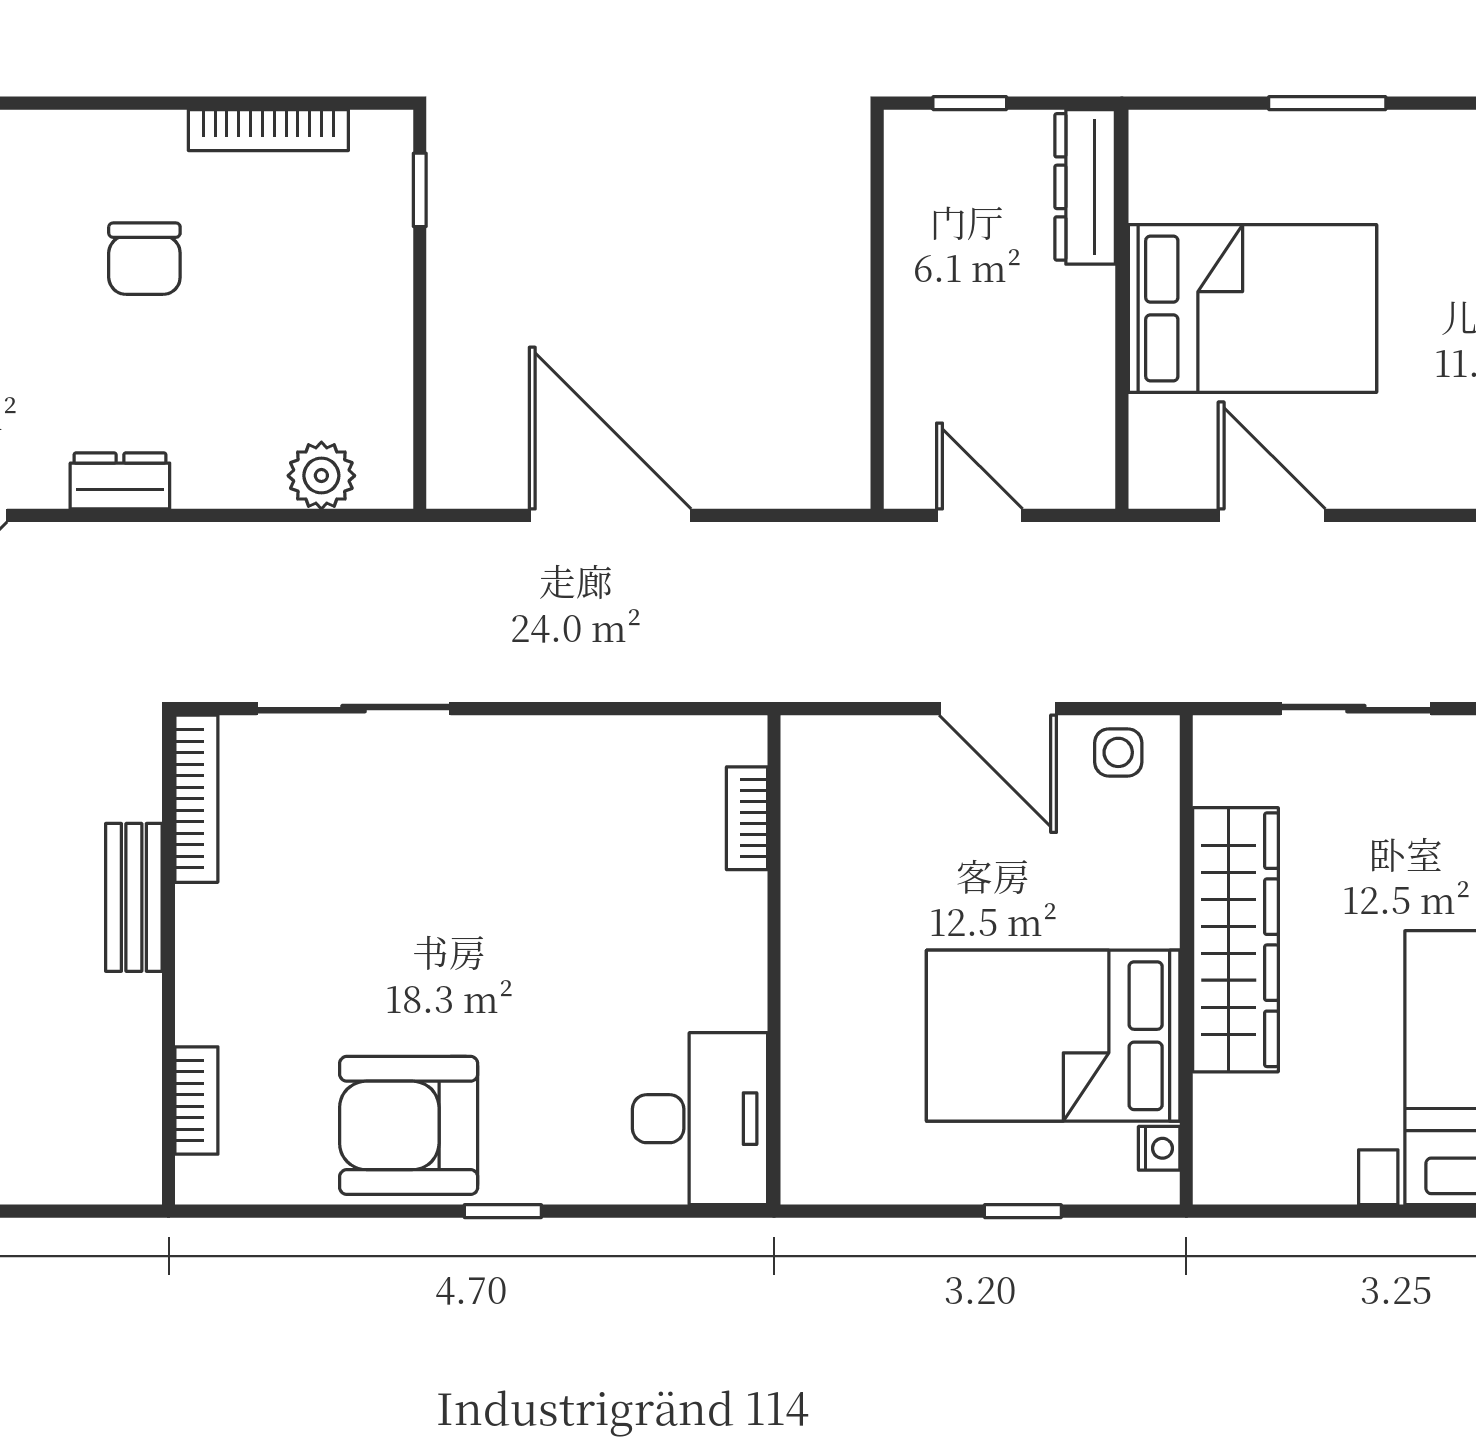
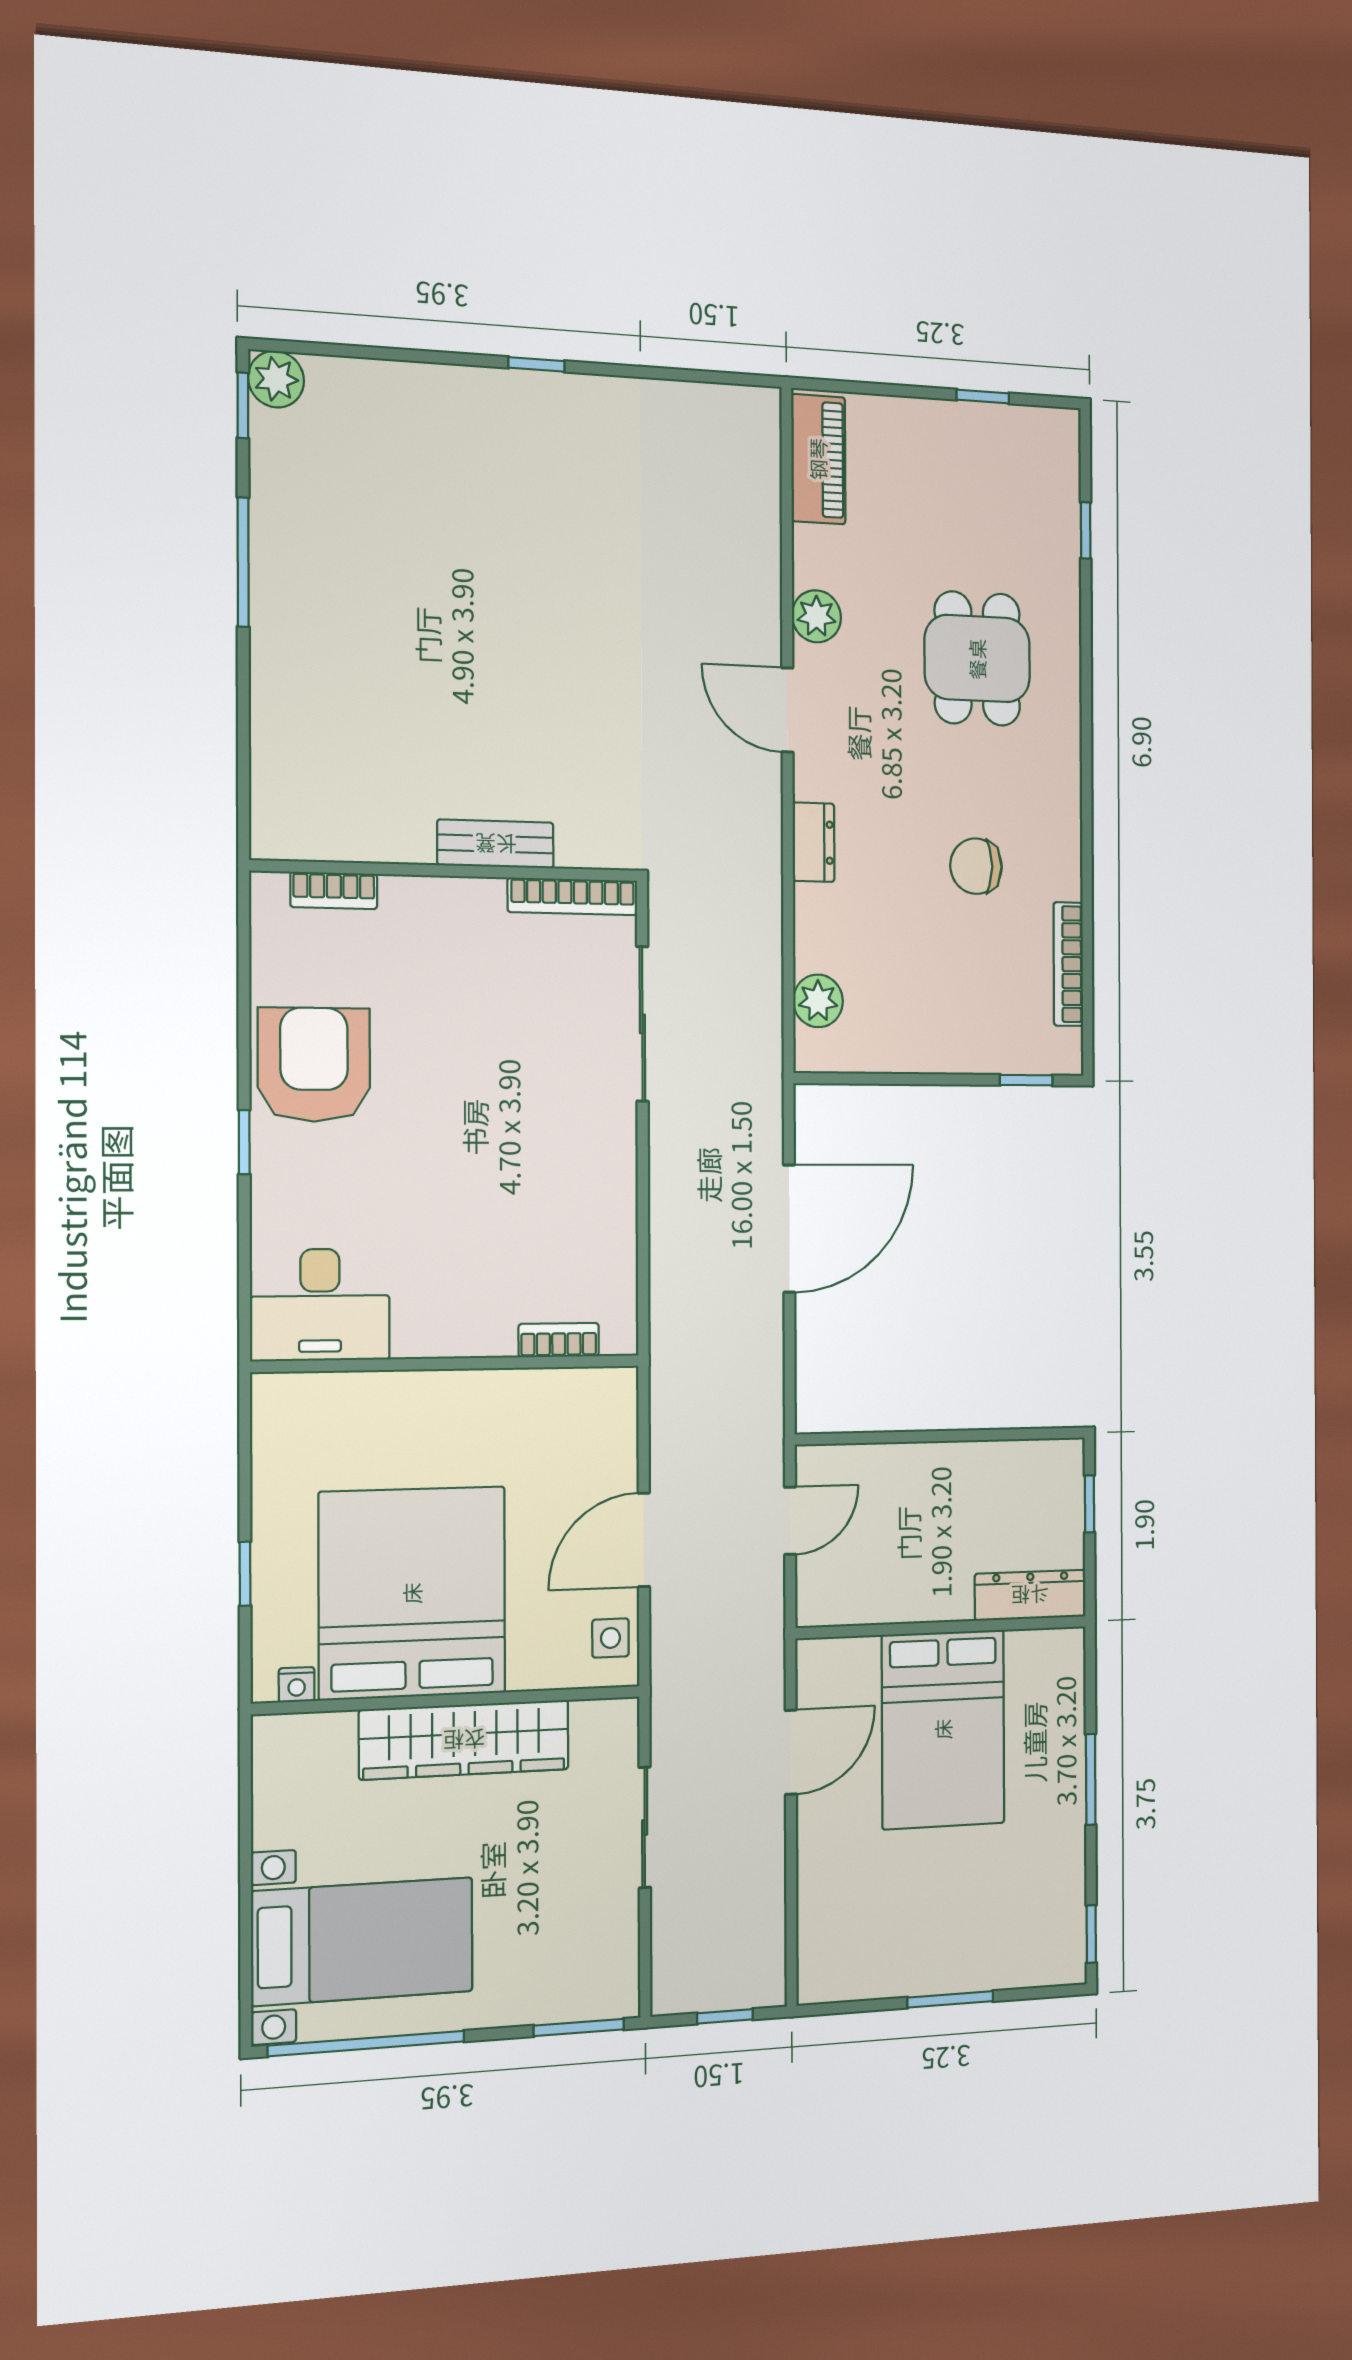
bed: (1053, 1036) -> (412, 1593), width x1.36

